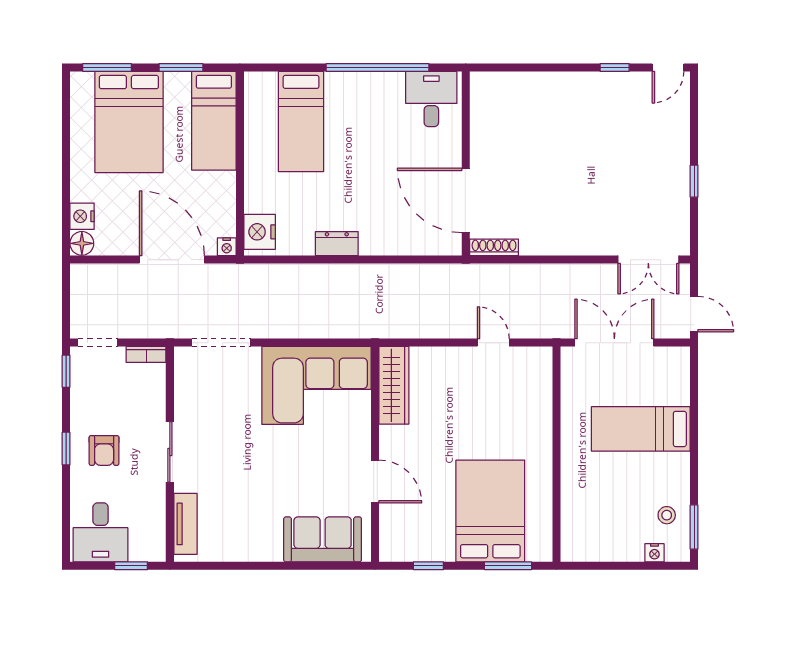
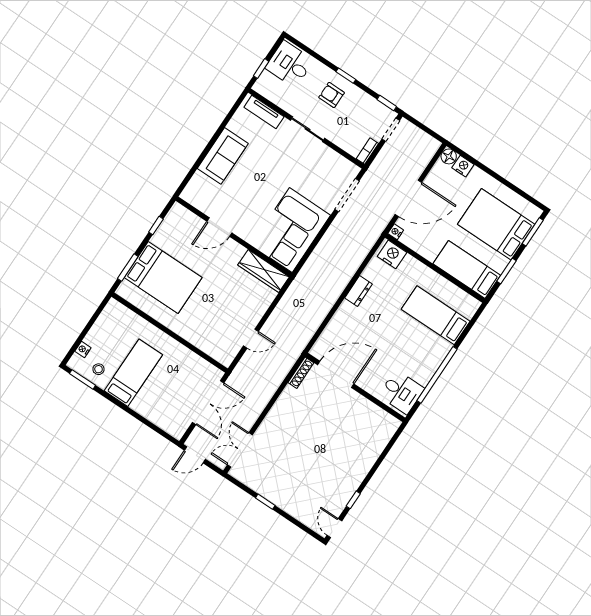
bed: (641, 429) -> (133, 373), moved
sofa: (323, 539) -> (223, 156), moved

